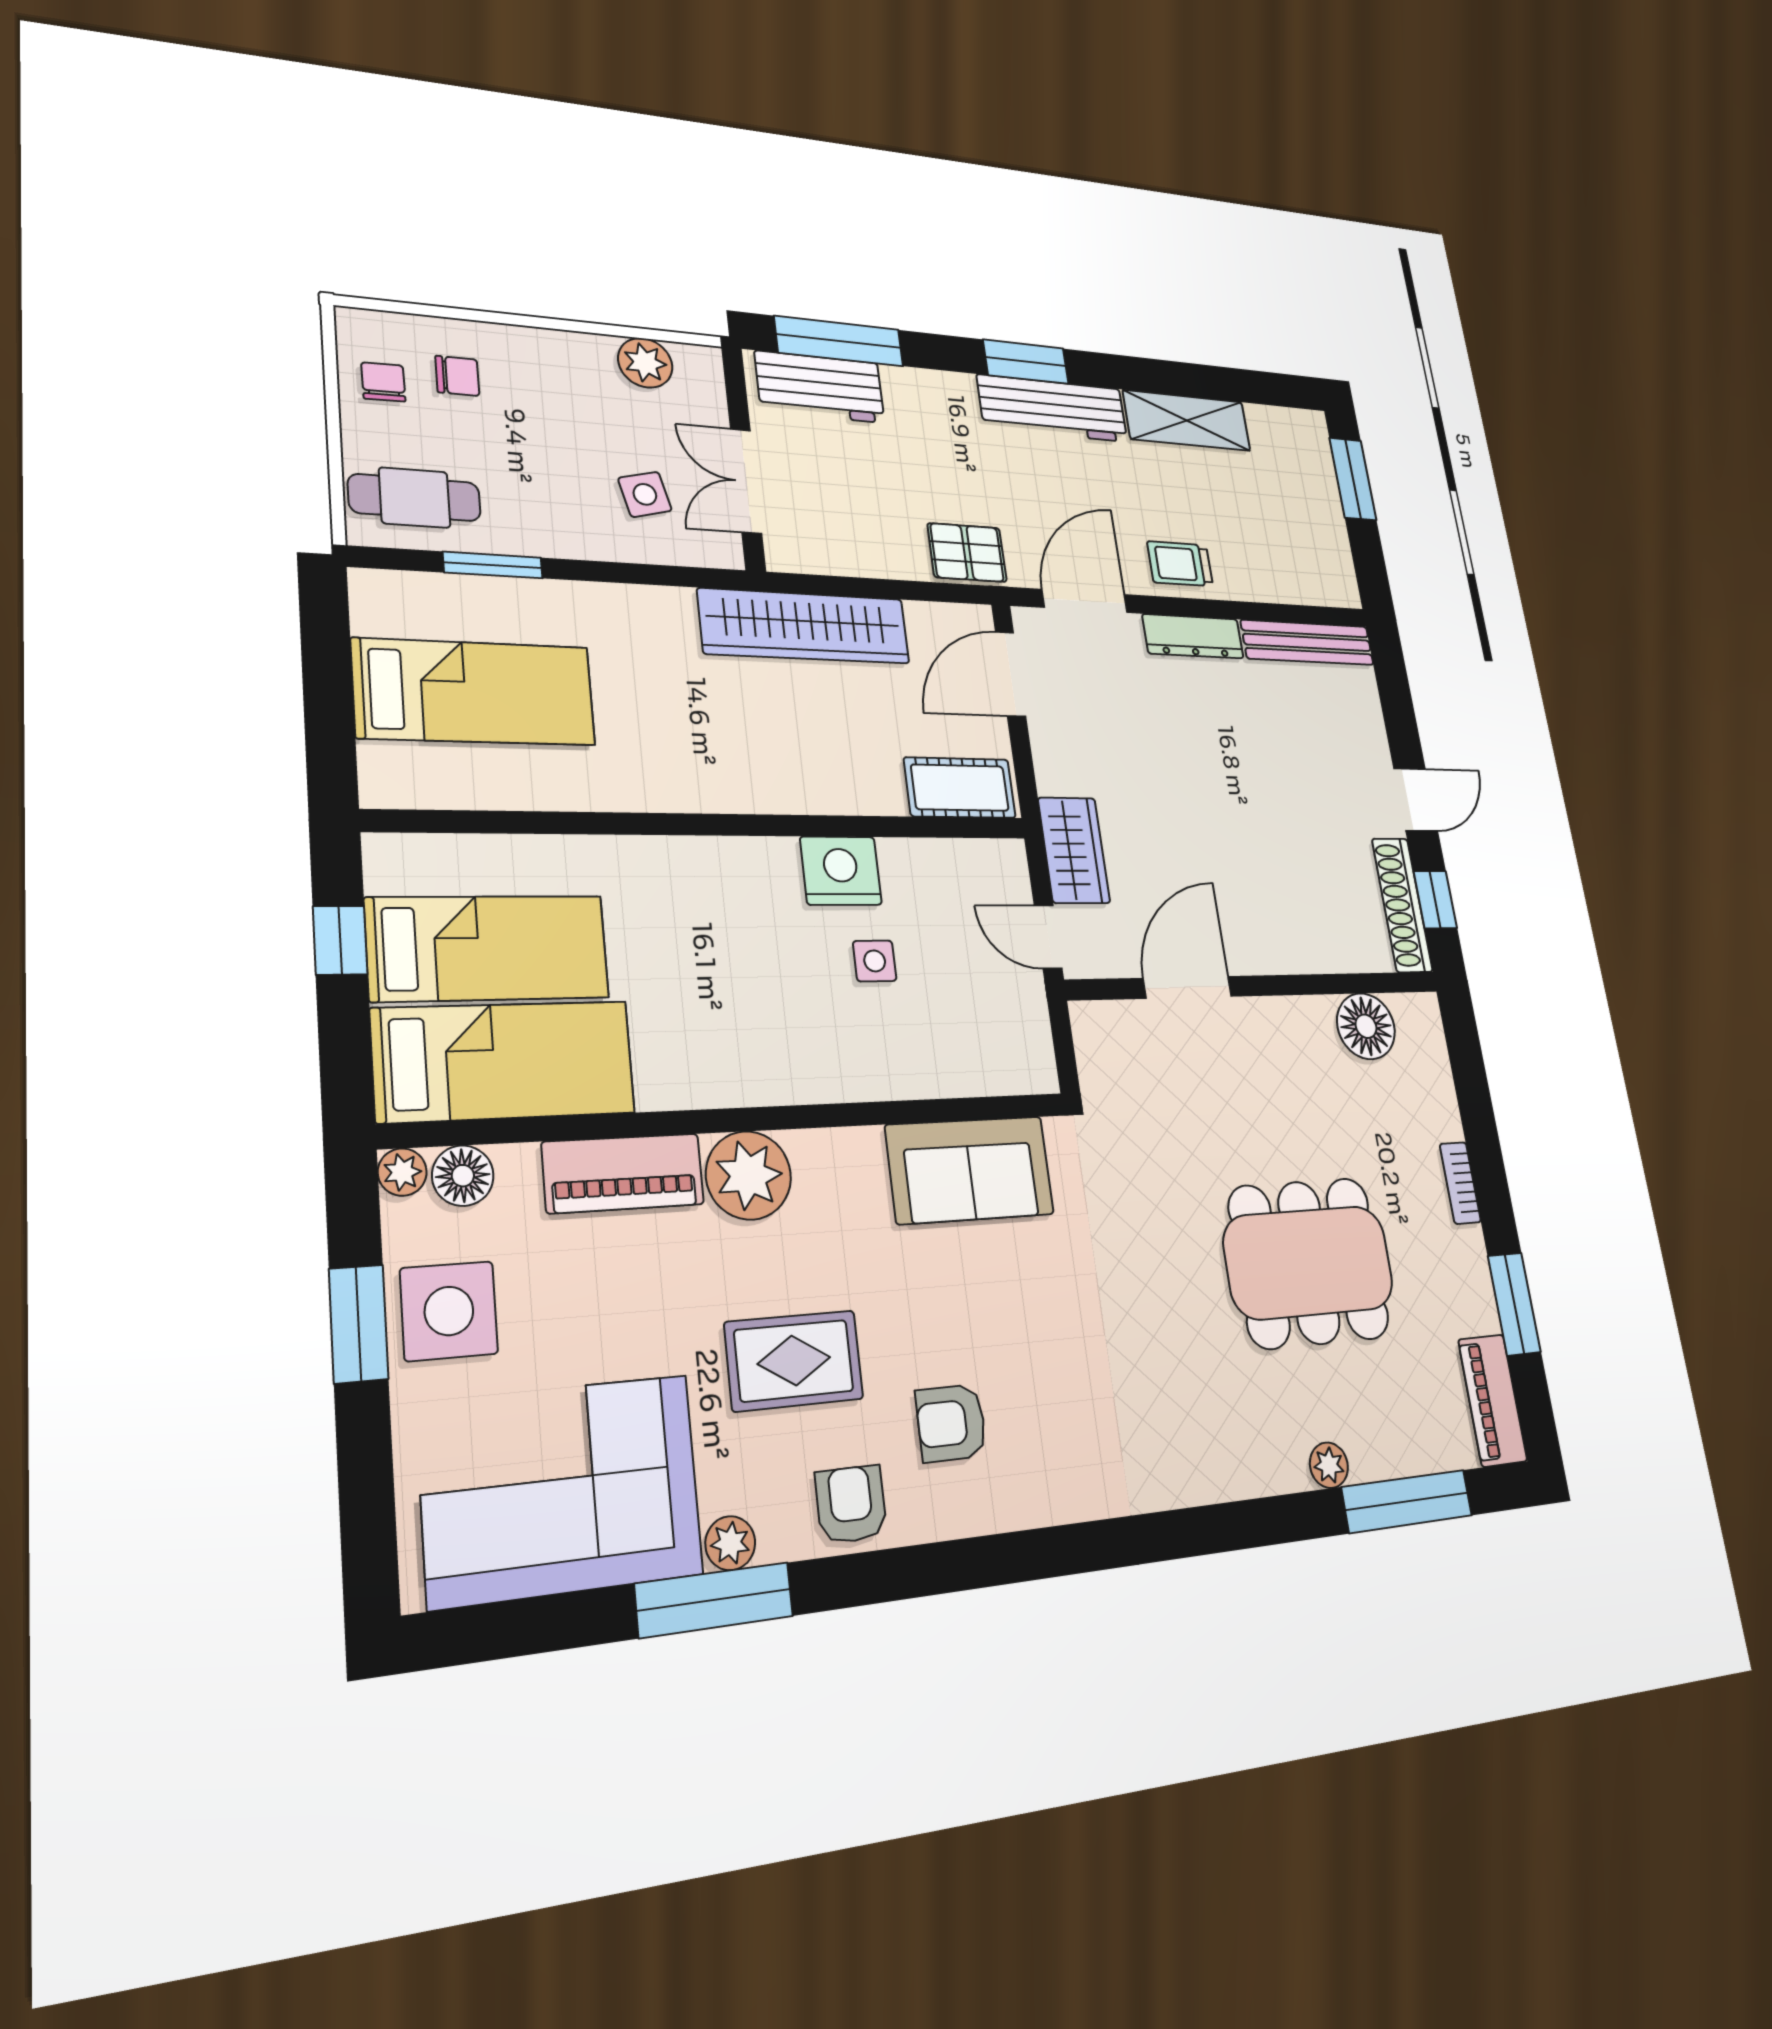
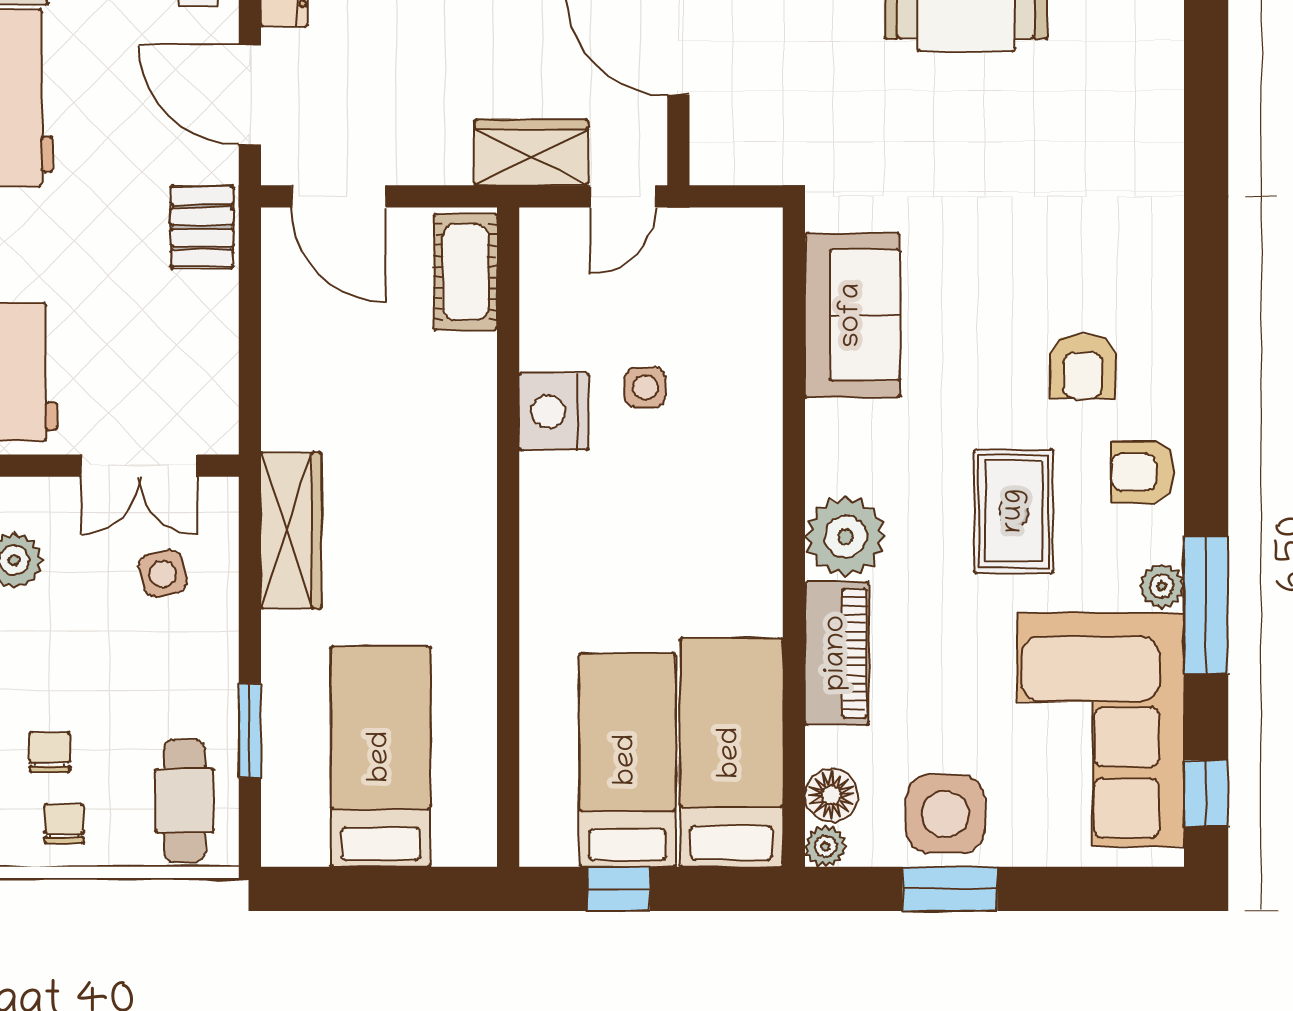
chair: (383, 382) -> (64, 824), turned 91
wardrobe: (805, 626) -> (291, 530), moved, width x0.71, depth x0.85
window: (494, 1631) -> (1206, 793), added

